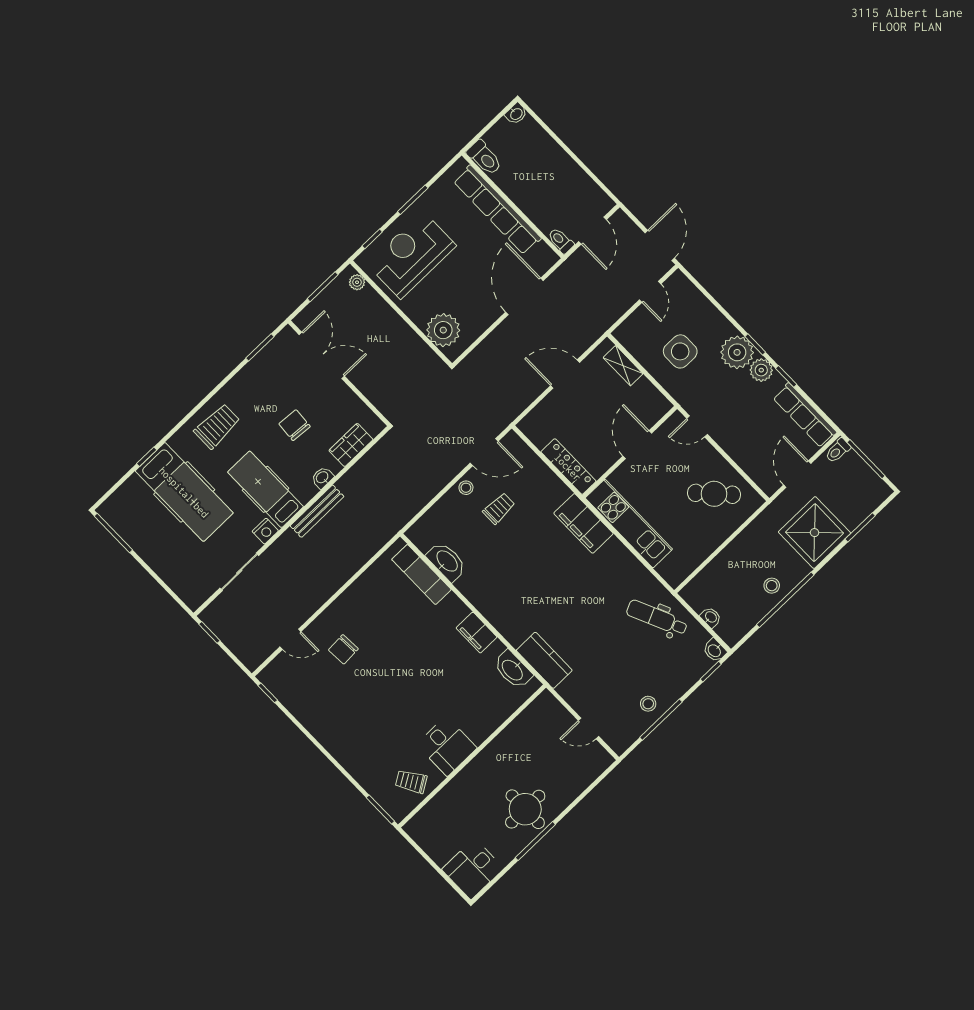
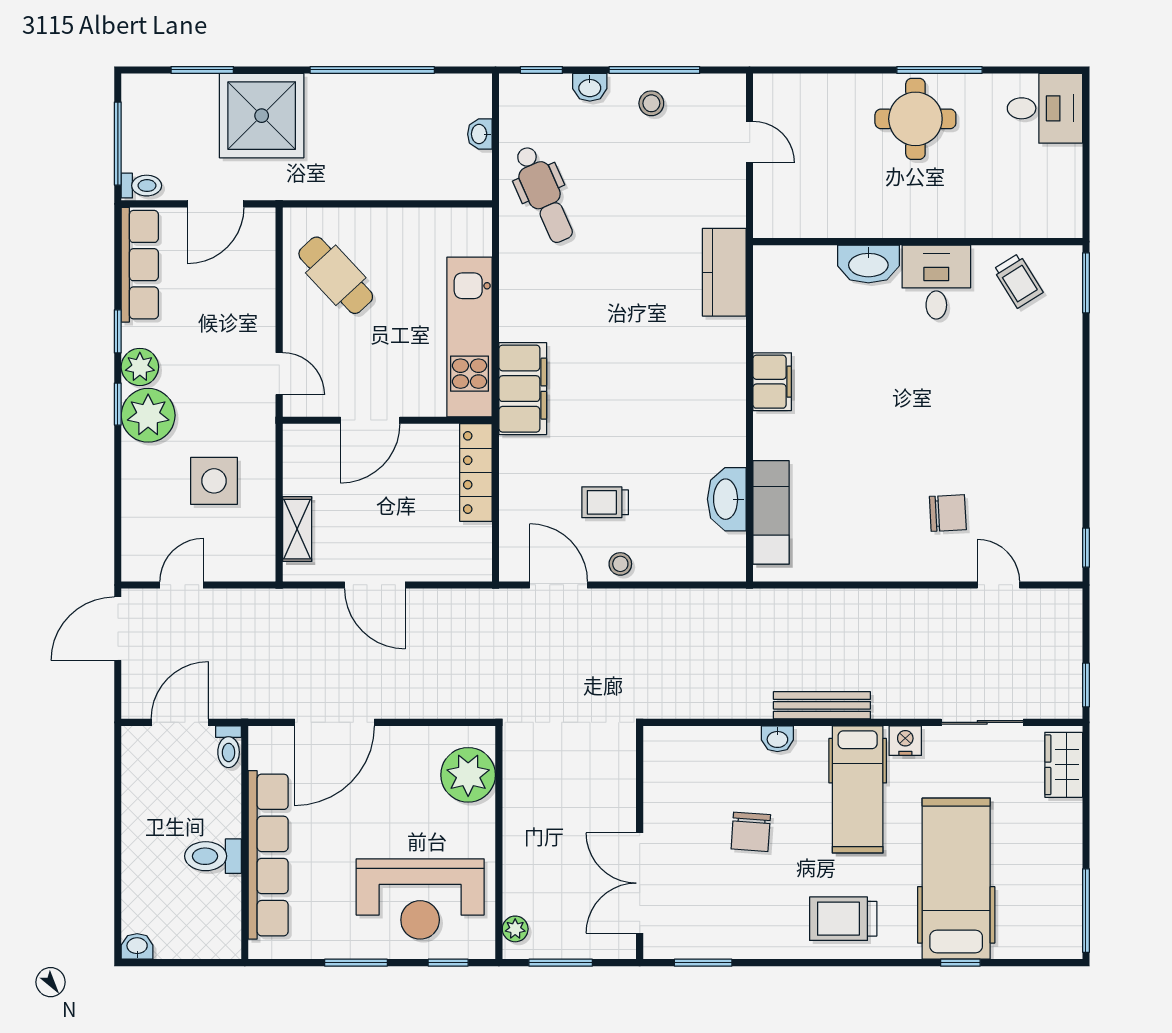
toilet: (484, 158) -> (213, 856), moved, turned -90
wardrobe: (351, 445) -> (1064, 765), moved, turned 90
stool: (772, 586) -> (372, 102), removed
washbasin: (715, 650) -> (590, 87), moved, turned 90
washbasin: (513, 670) -> (868, 264), moved, turned 90

